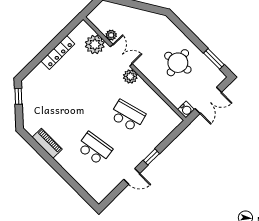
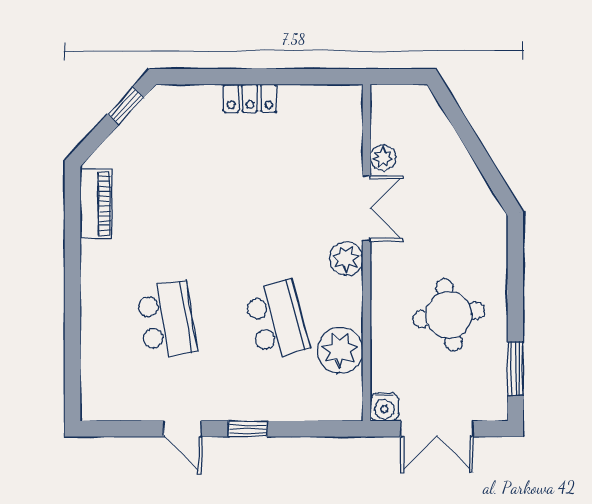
plant: (95, 45) -> (340, 350), moved
locker: (58, 53) -> (250, 98), width x0.66
piano: (47, 143) -> (96, 204), moved

